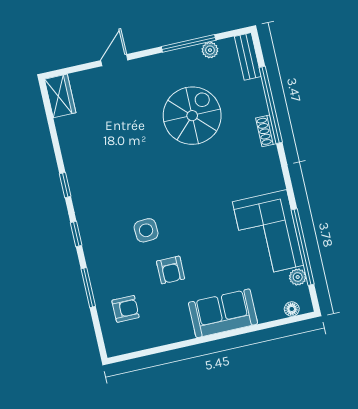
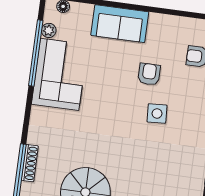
shoe rack: (266, 131) -> (30, 163), width x1.43

